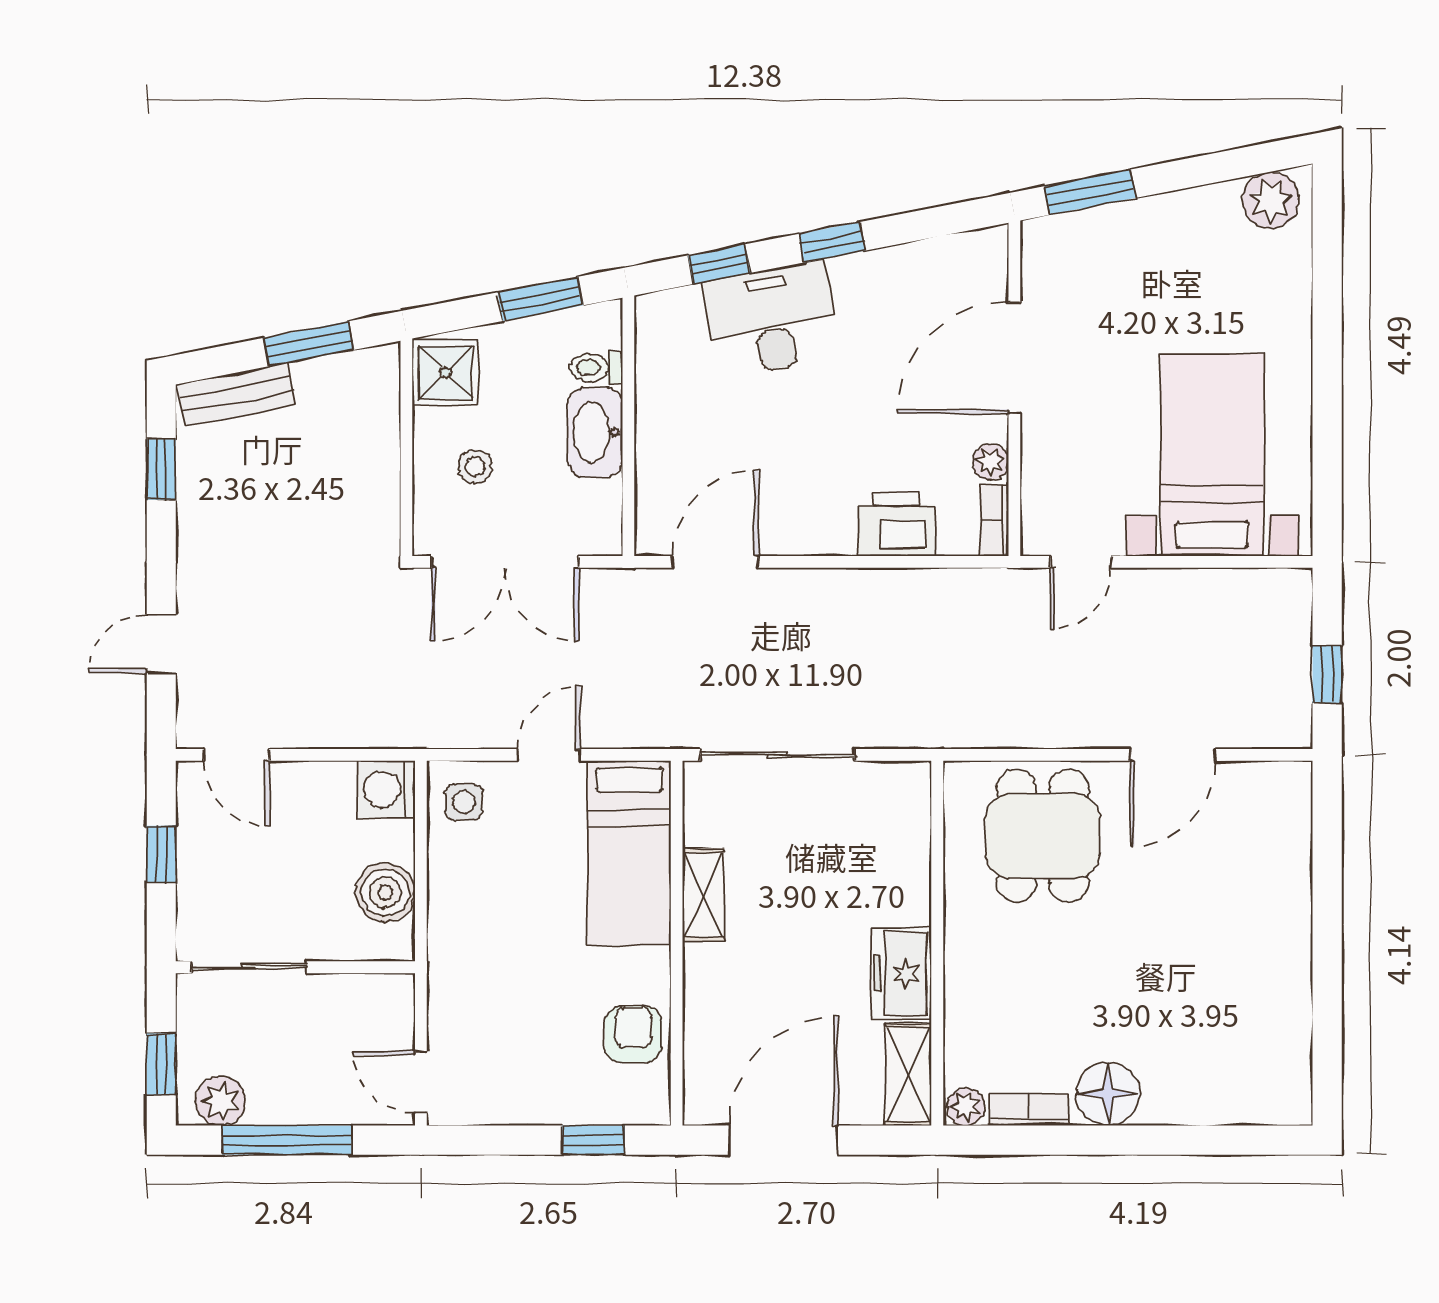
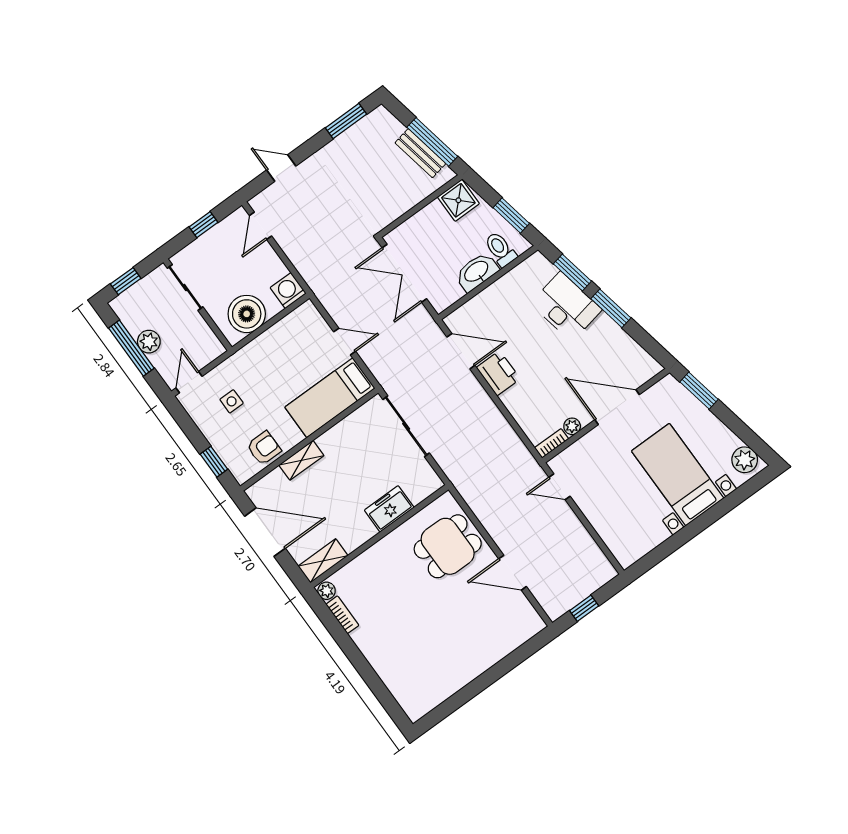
window: (832, 242) -> (611, 308), width x1.50
window: (719, 264) -> (572, 272), width x1.50
window: (309, 344) -> (432, 142), width x1.44
toilet: (596, 368) -> (500, 249), width x1.37, depth x1.39
bench: (236, 395) -> (420, 153), moved
bed with nightstands: (1212, 455) -> (678, 475), moved, turned -90
stool: (475, 466) -> (432, 236), removed
window: (161, 469) -> (346, 121), width x1.50
printer: (896, 524) -> (498, 373), moved
side table: (464, 802) -> (232, 401), moved
boiler: (385, 892) -> (247, 314), width x1.37, depth x1.37
shelving: (703, 895) -> (301, 460), moved
freezer: (902, 973) -> (389, 509), moved
floor lamp: (1108, 1094) -> (370, 640), removed
plant: (221, 1101) -> (149, 342), moved

